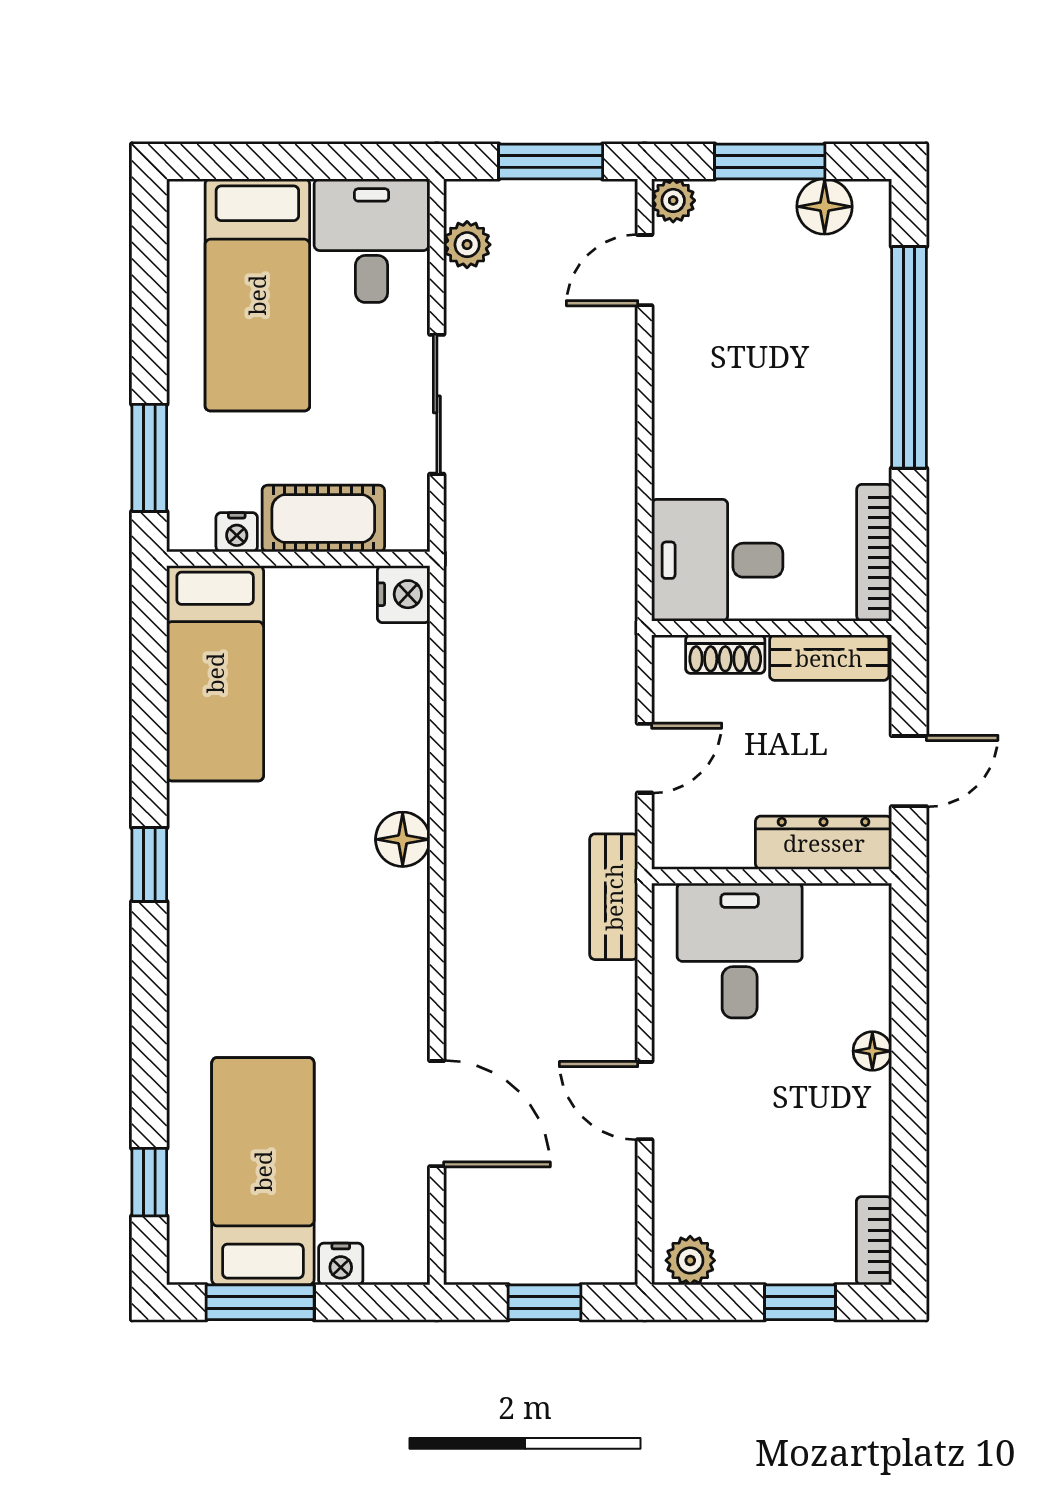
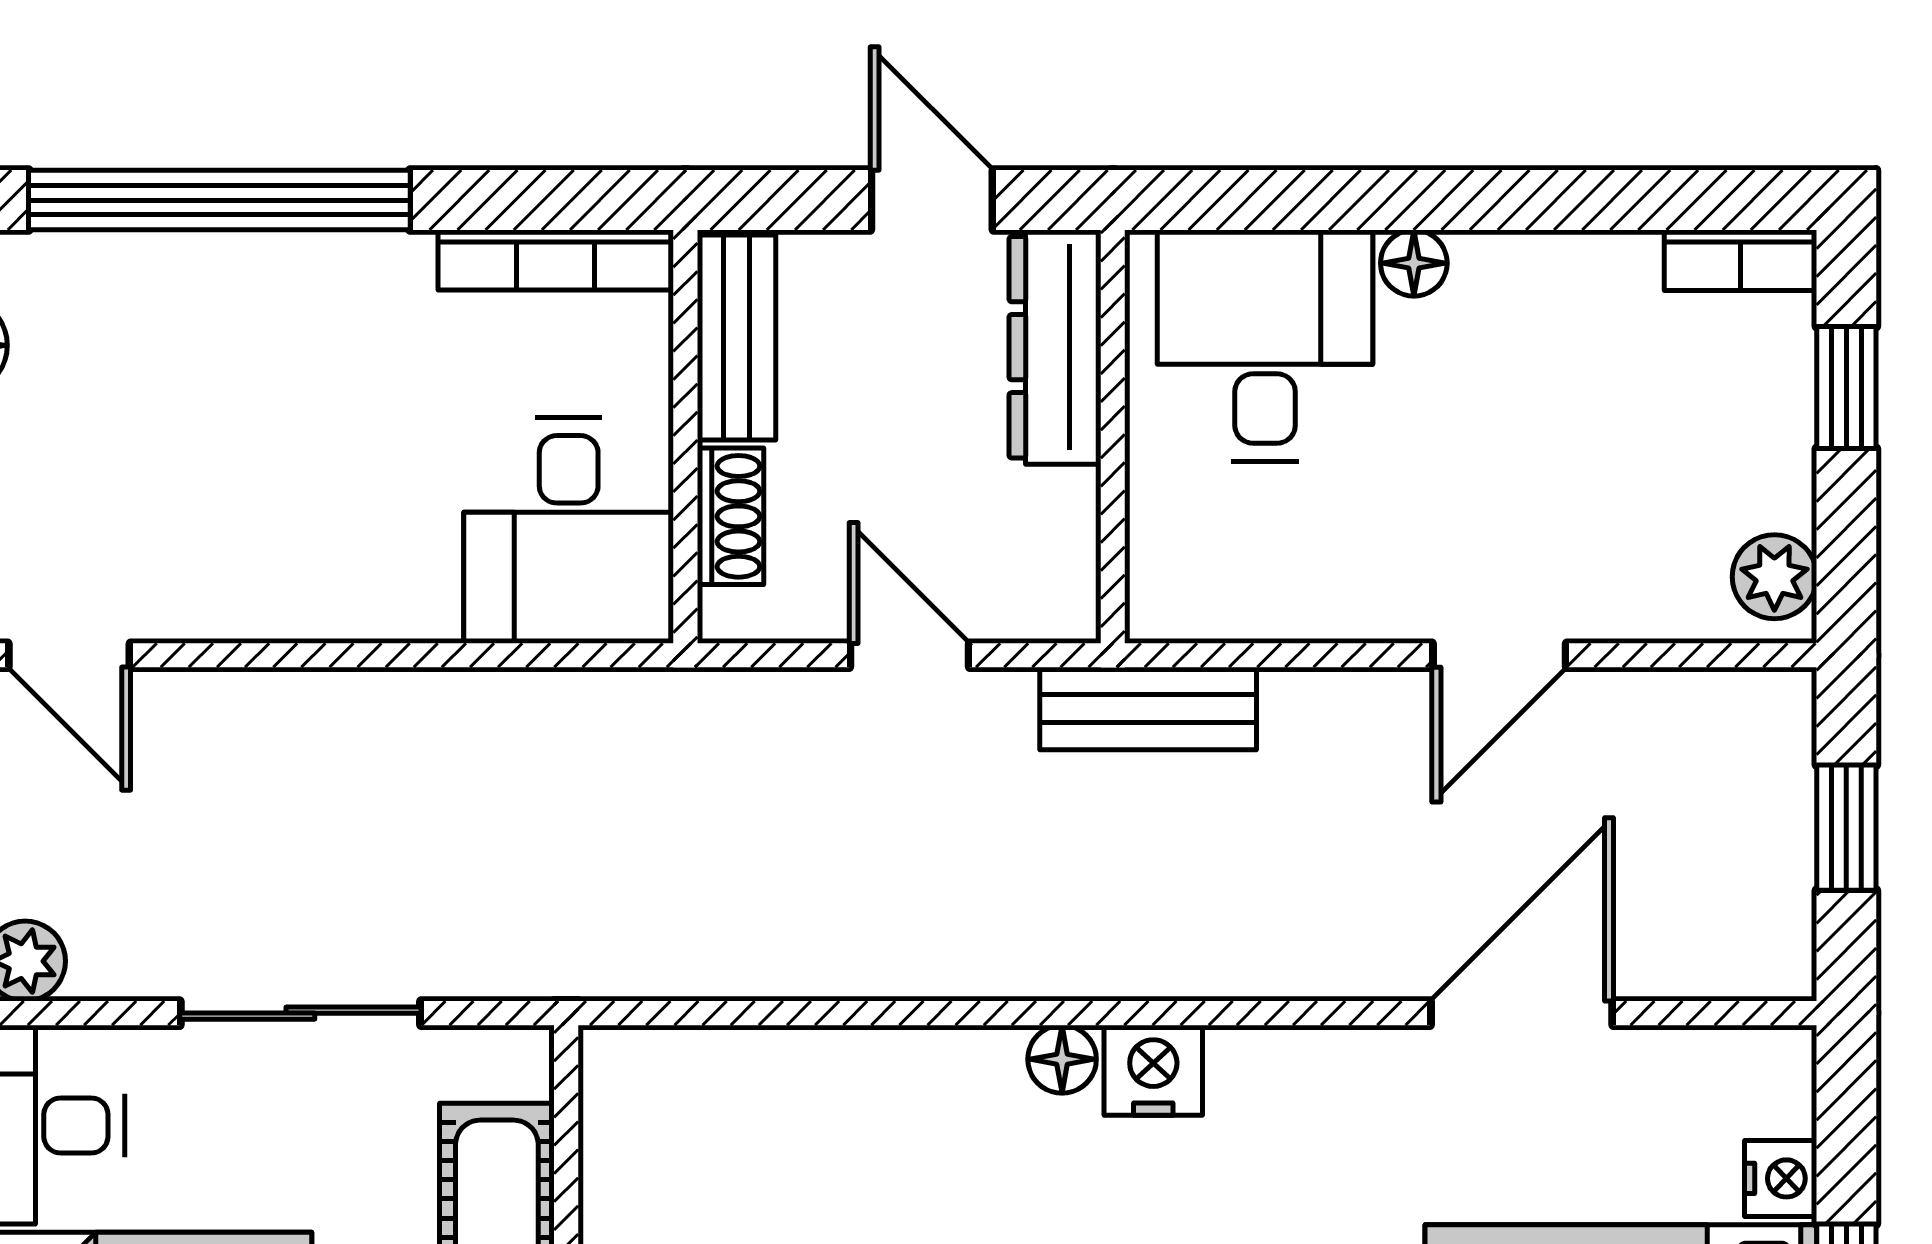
nightstand: (404, 594) -> (1153, 1070), moved
floor lamp: (403, 839) -> (1062, 1059), width x0.73, depth x0.73
desk: (740, 951) -> (1265, 346), moved, turned 90

